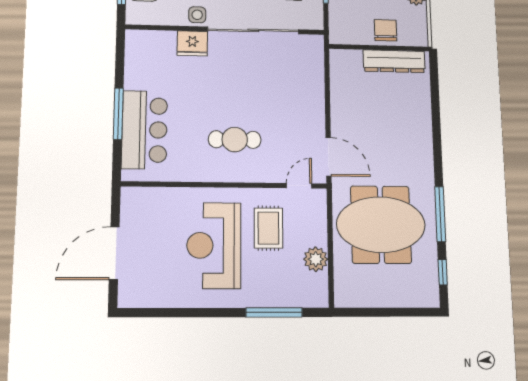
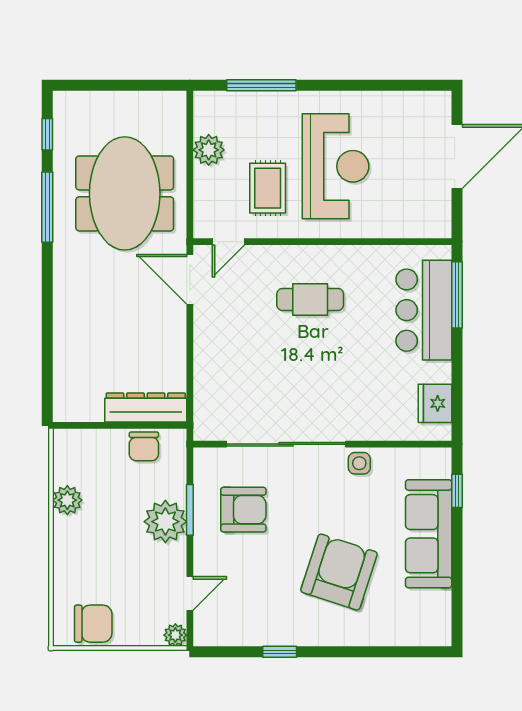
chair: (386, 30) -> (144, 446), moved
fridge: (192, 43) -> (435, 403), moved, turned -90
dresser: (394, 61) -> (146, 407), moved
window: (118, 114) -> (457, 295), moved
meeting table: (381, 225) -> (125, 193), turned 90

